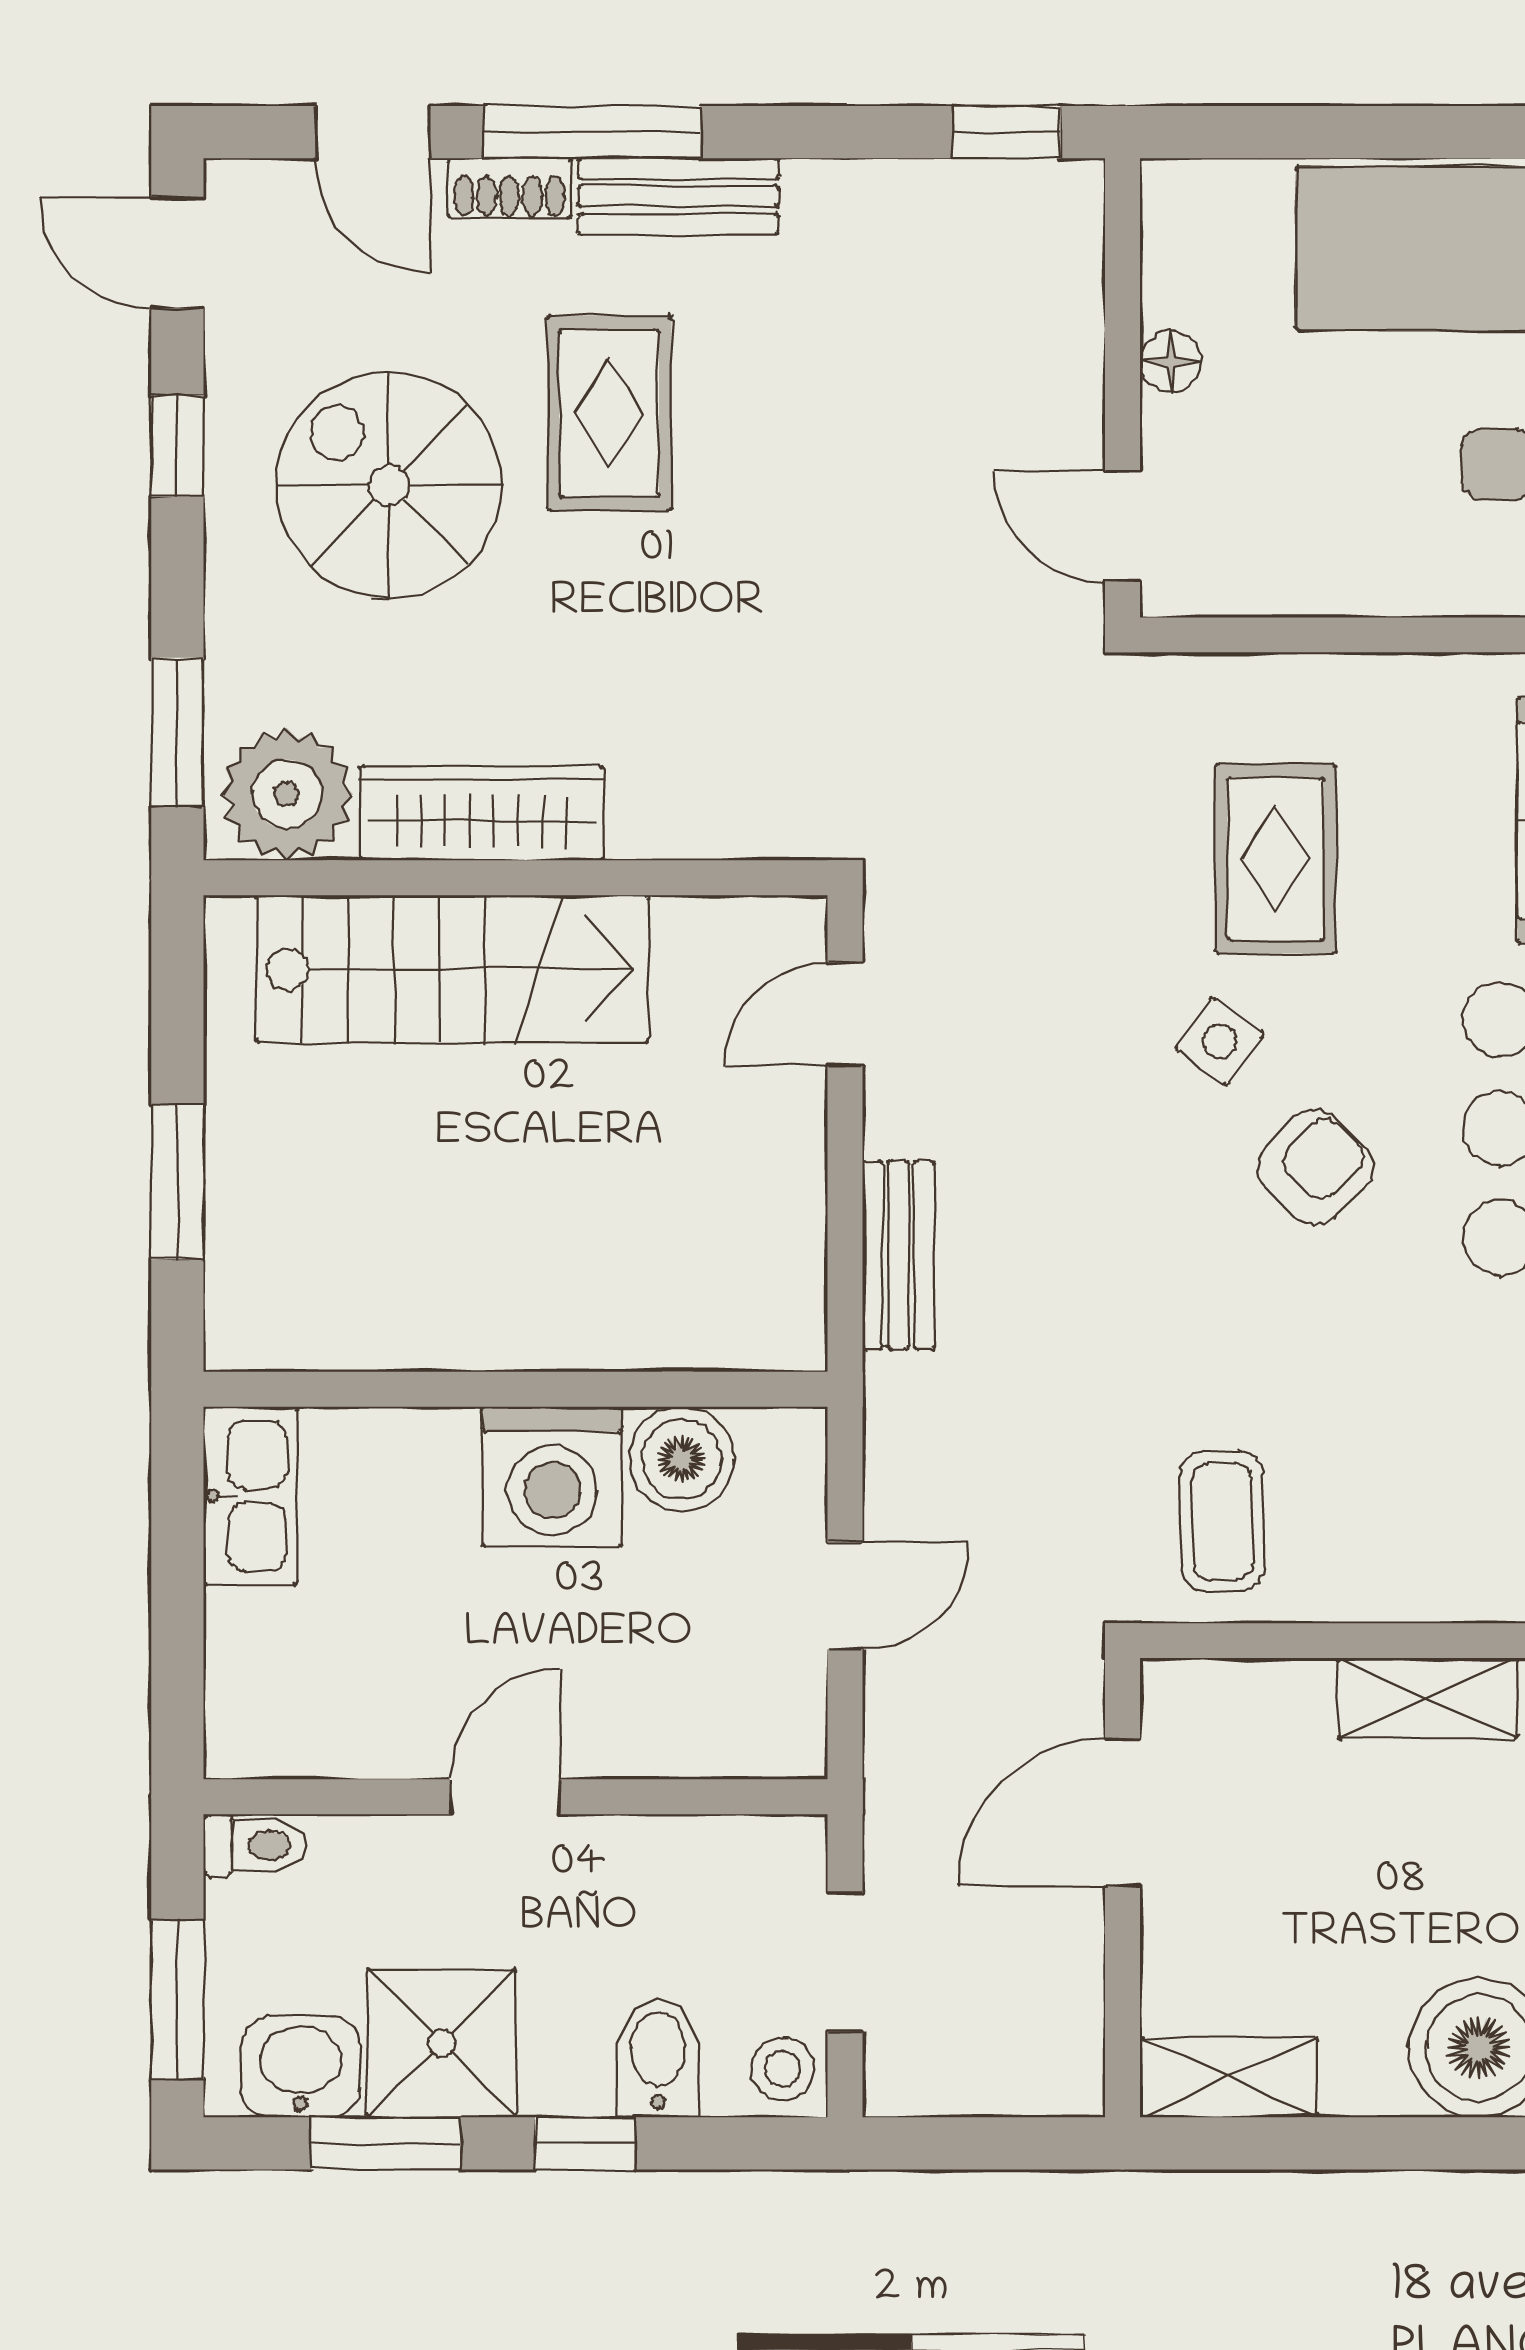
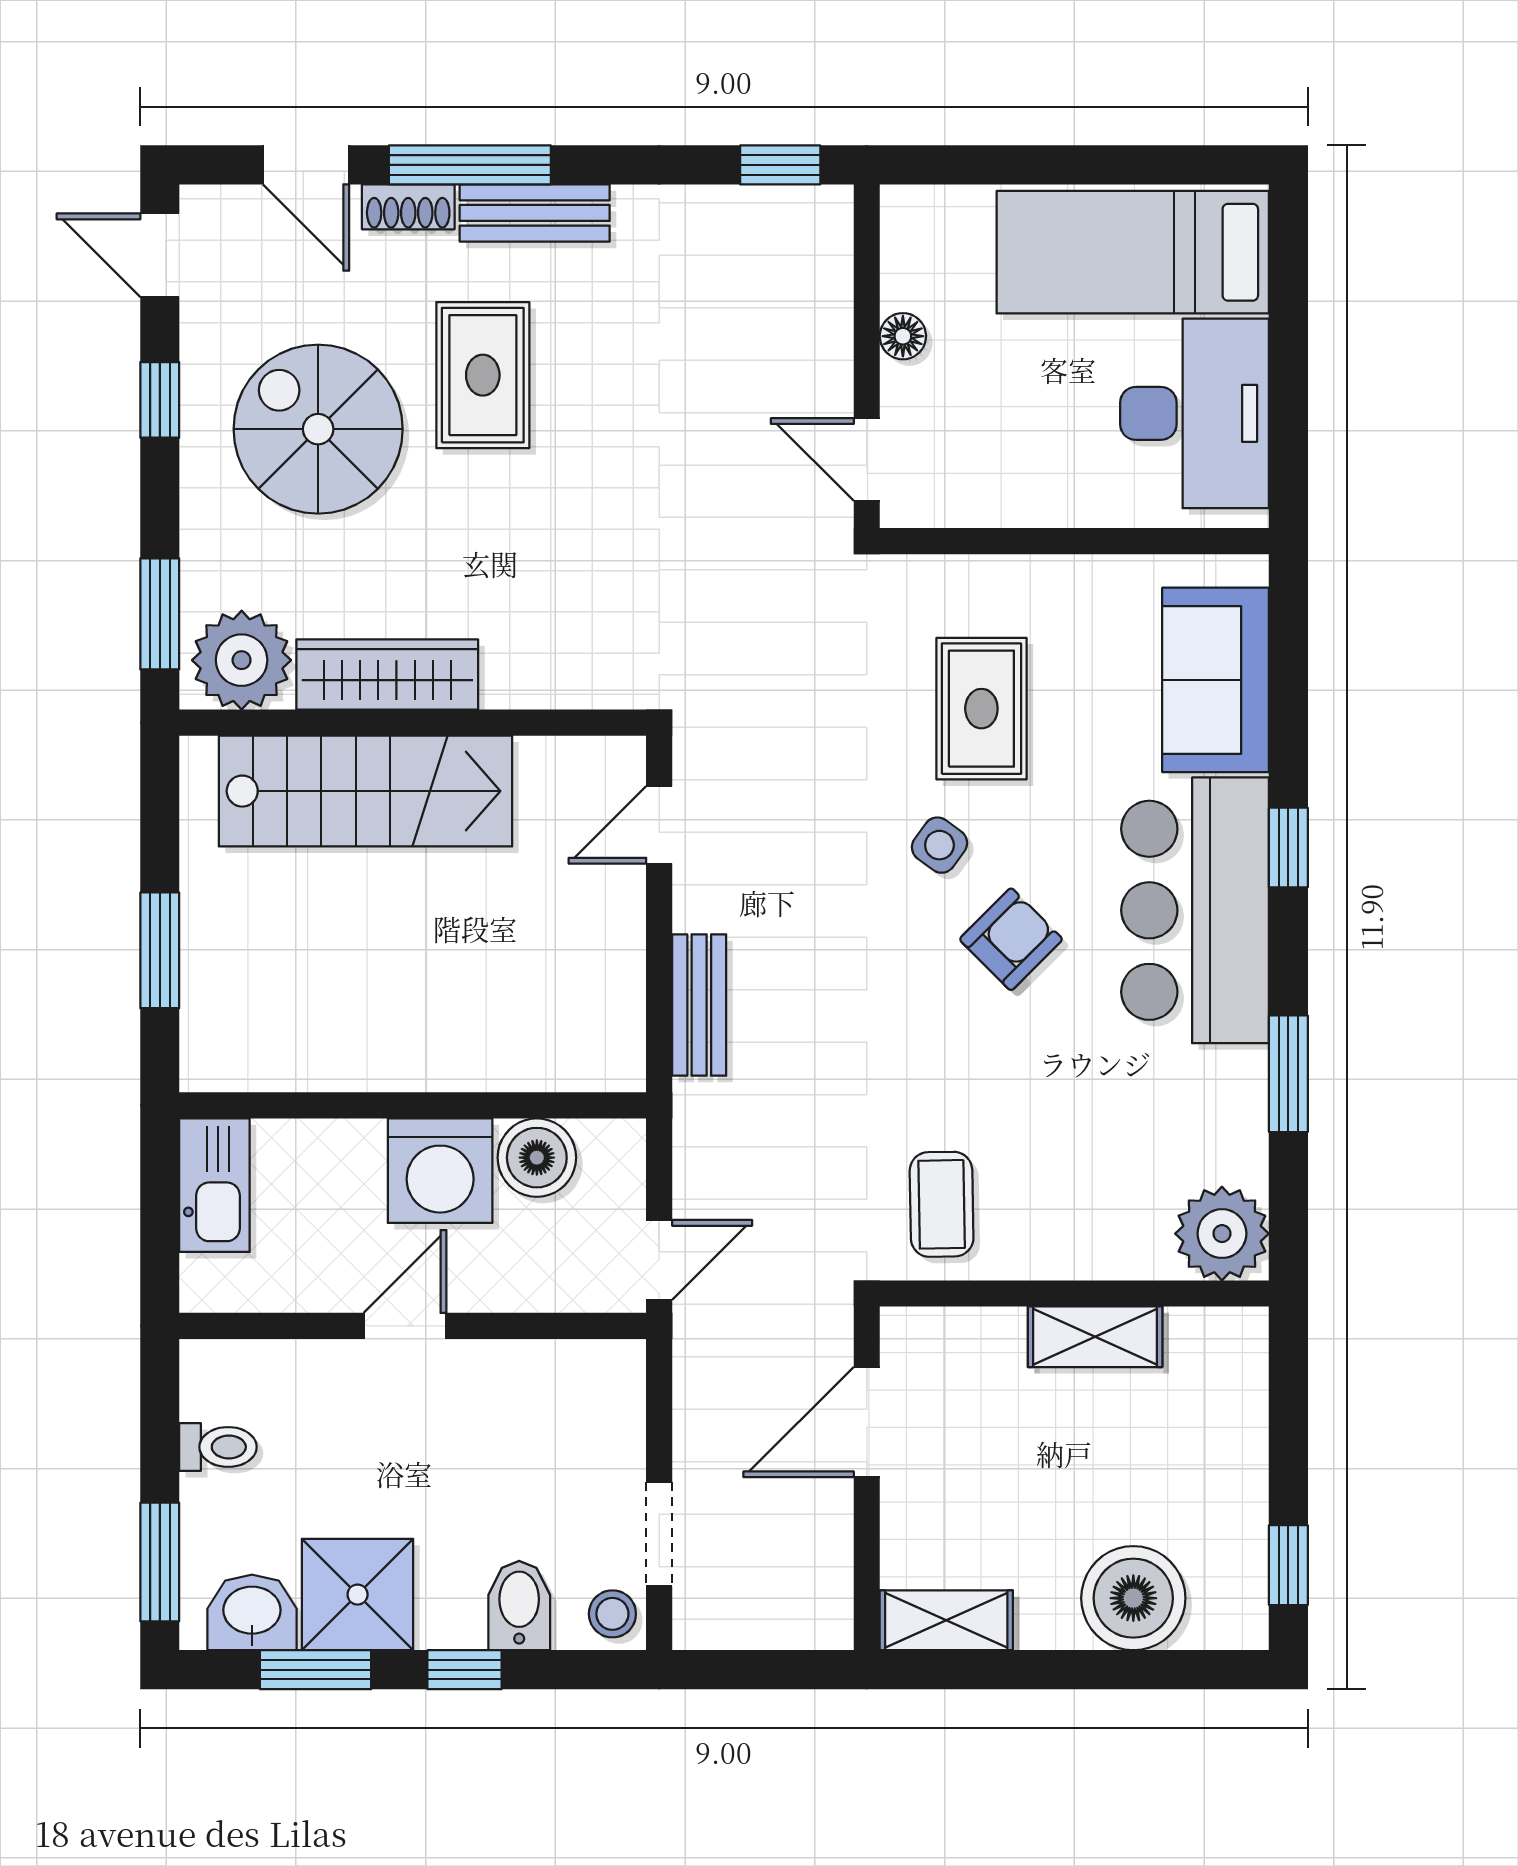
door: (505, 1797) -> (405, 1326), moved
wall: (516, 1797) -> (413, 1326), moved

